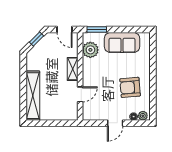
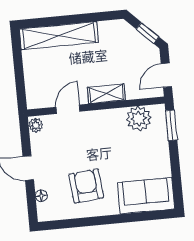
sofa: (122, 43) -> (146, 196), moved, turned 90
door: (80, 94) -> (68, 109), swing flipped
plant: (143, 116) -> (36, 125), moved

